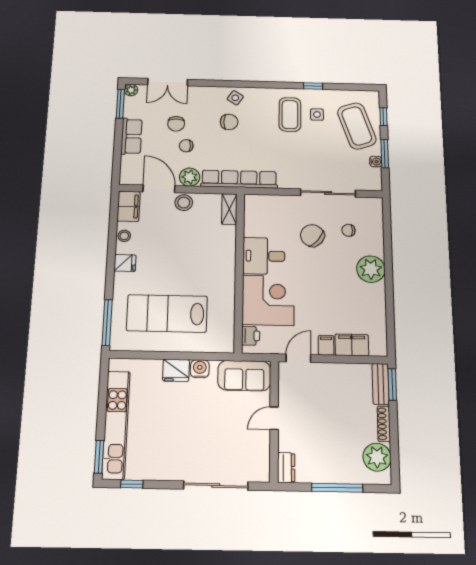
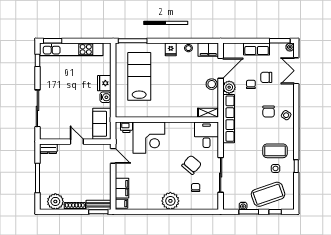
desk: (264, 256) -> (206, 135), moved
filing cabinet: (326, 345) -> (121, 204), moved

